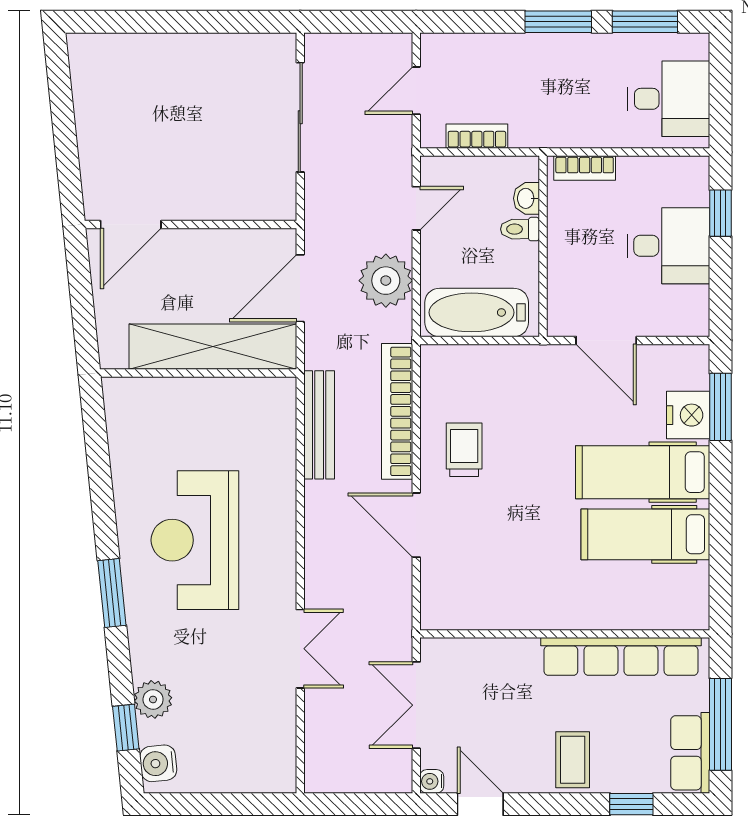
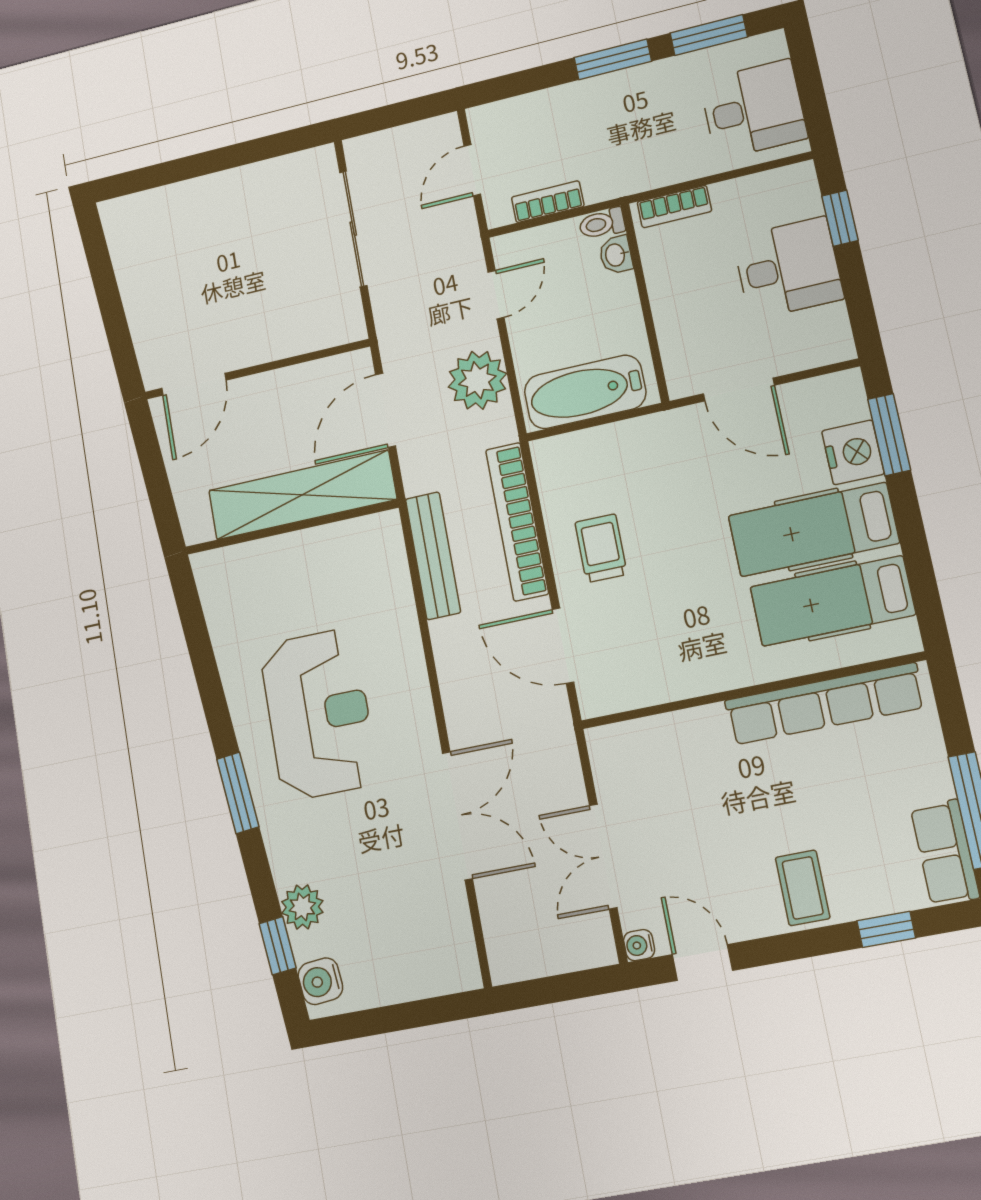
toilet: (520, 229) -> (602, 224), moved
reception desk: (195, 540) -> (319, 714), turned 180
wall: (565, 634) -> (752, 691), moved
double door: (300, 649) -> (458, 816), width x1.37
row of seats: (621, 656) -> (824, 704), moved

